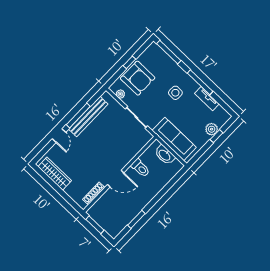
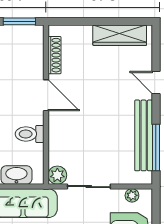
window: (78, 116) -> (156, 148), moved
plant: (146, 137) -> (57, 175), added
door: (116, 179) -> (46, 95), swing flipped

